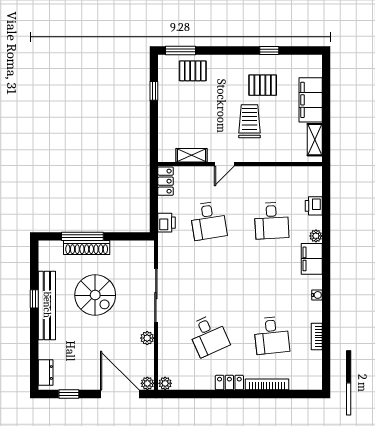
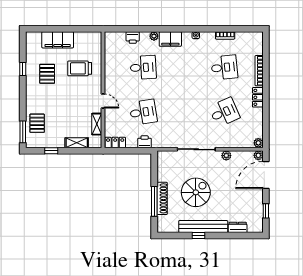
trolley: (249, 121) -> (80, 68), moved
shelving: (315, 140) -> (77, 143), moved
dresser: (46, 372) -> (238, 227), moved

